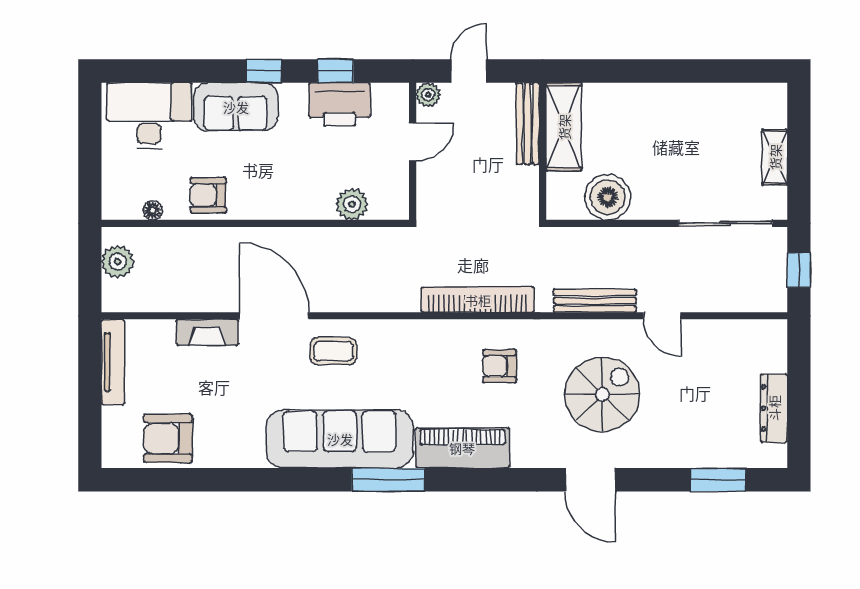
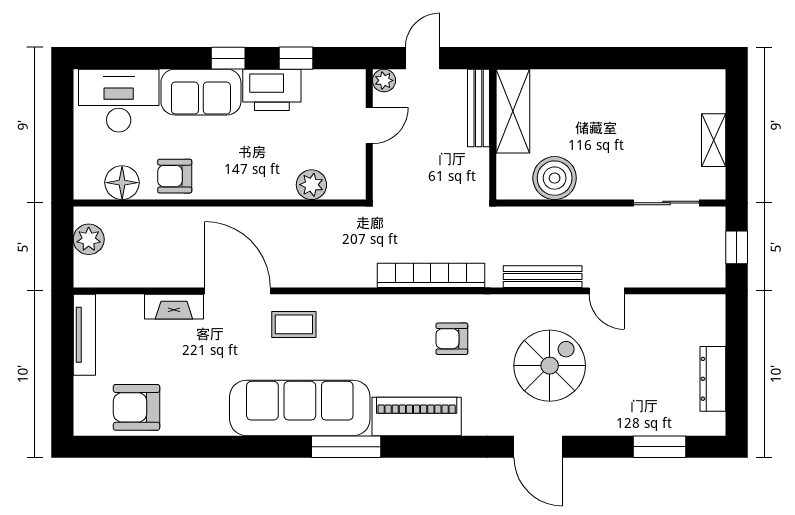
printer: (339, 104) -> (272, 90), moved
floor lamp: (153, 210) -> (122, 183), width x1.89, depth x1.89
sliding door: (725, 223) -> (666, 203), width x0.73

